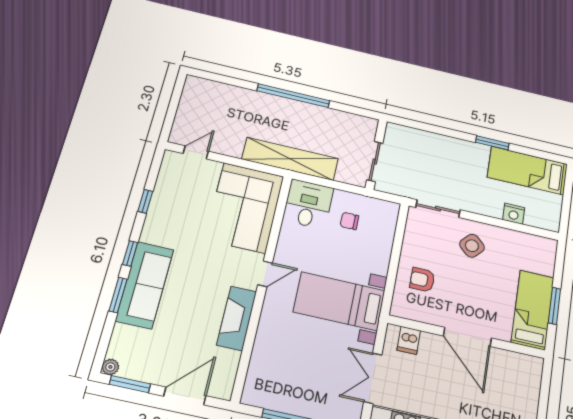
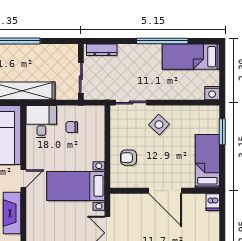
dresser: (410, 134) -> (102, 50), added
window: (492, 143) -> (162, 41), width x2.11
nightstand: (514, 214) -> (212, 93), moved
window: (554, 306) -> (222, 132), moved
dishwasher: (409, 340) -> (213, 202), moved

